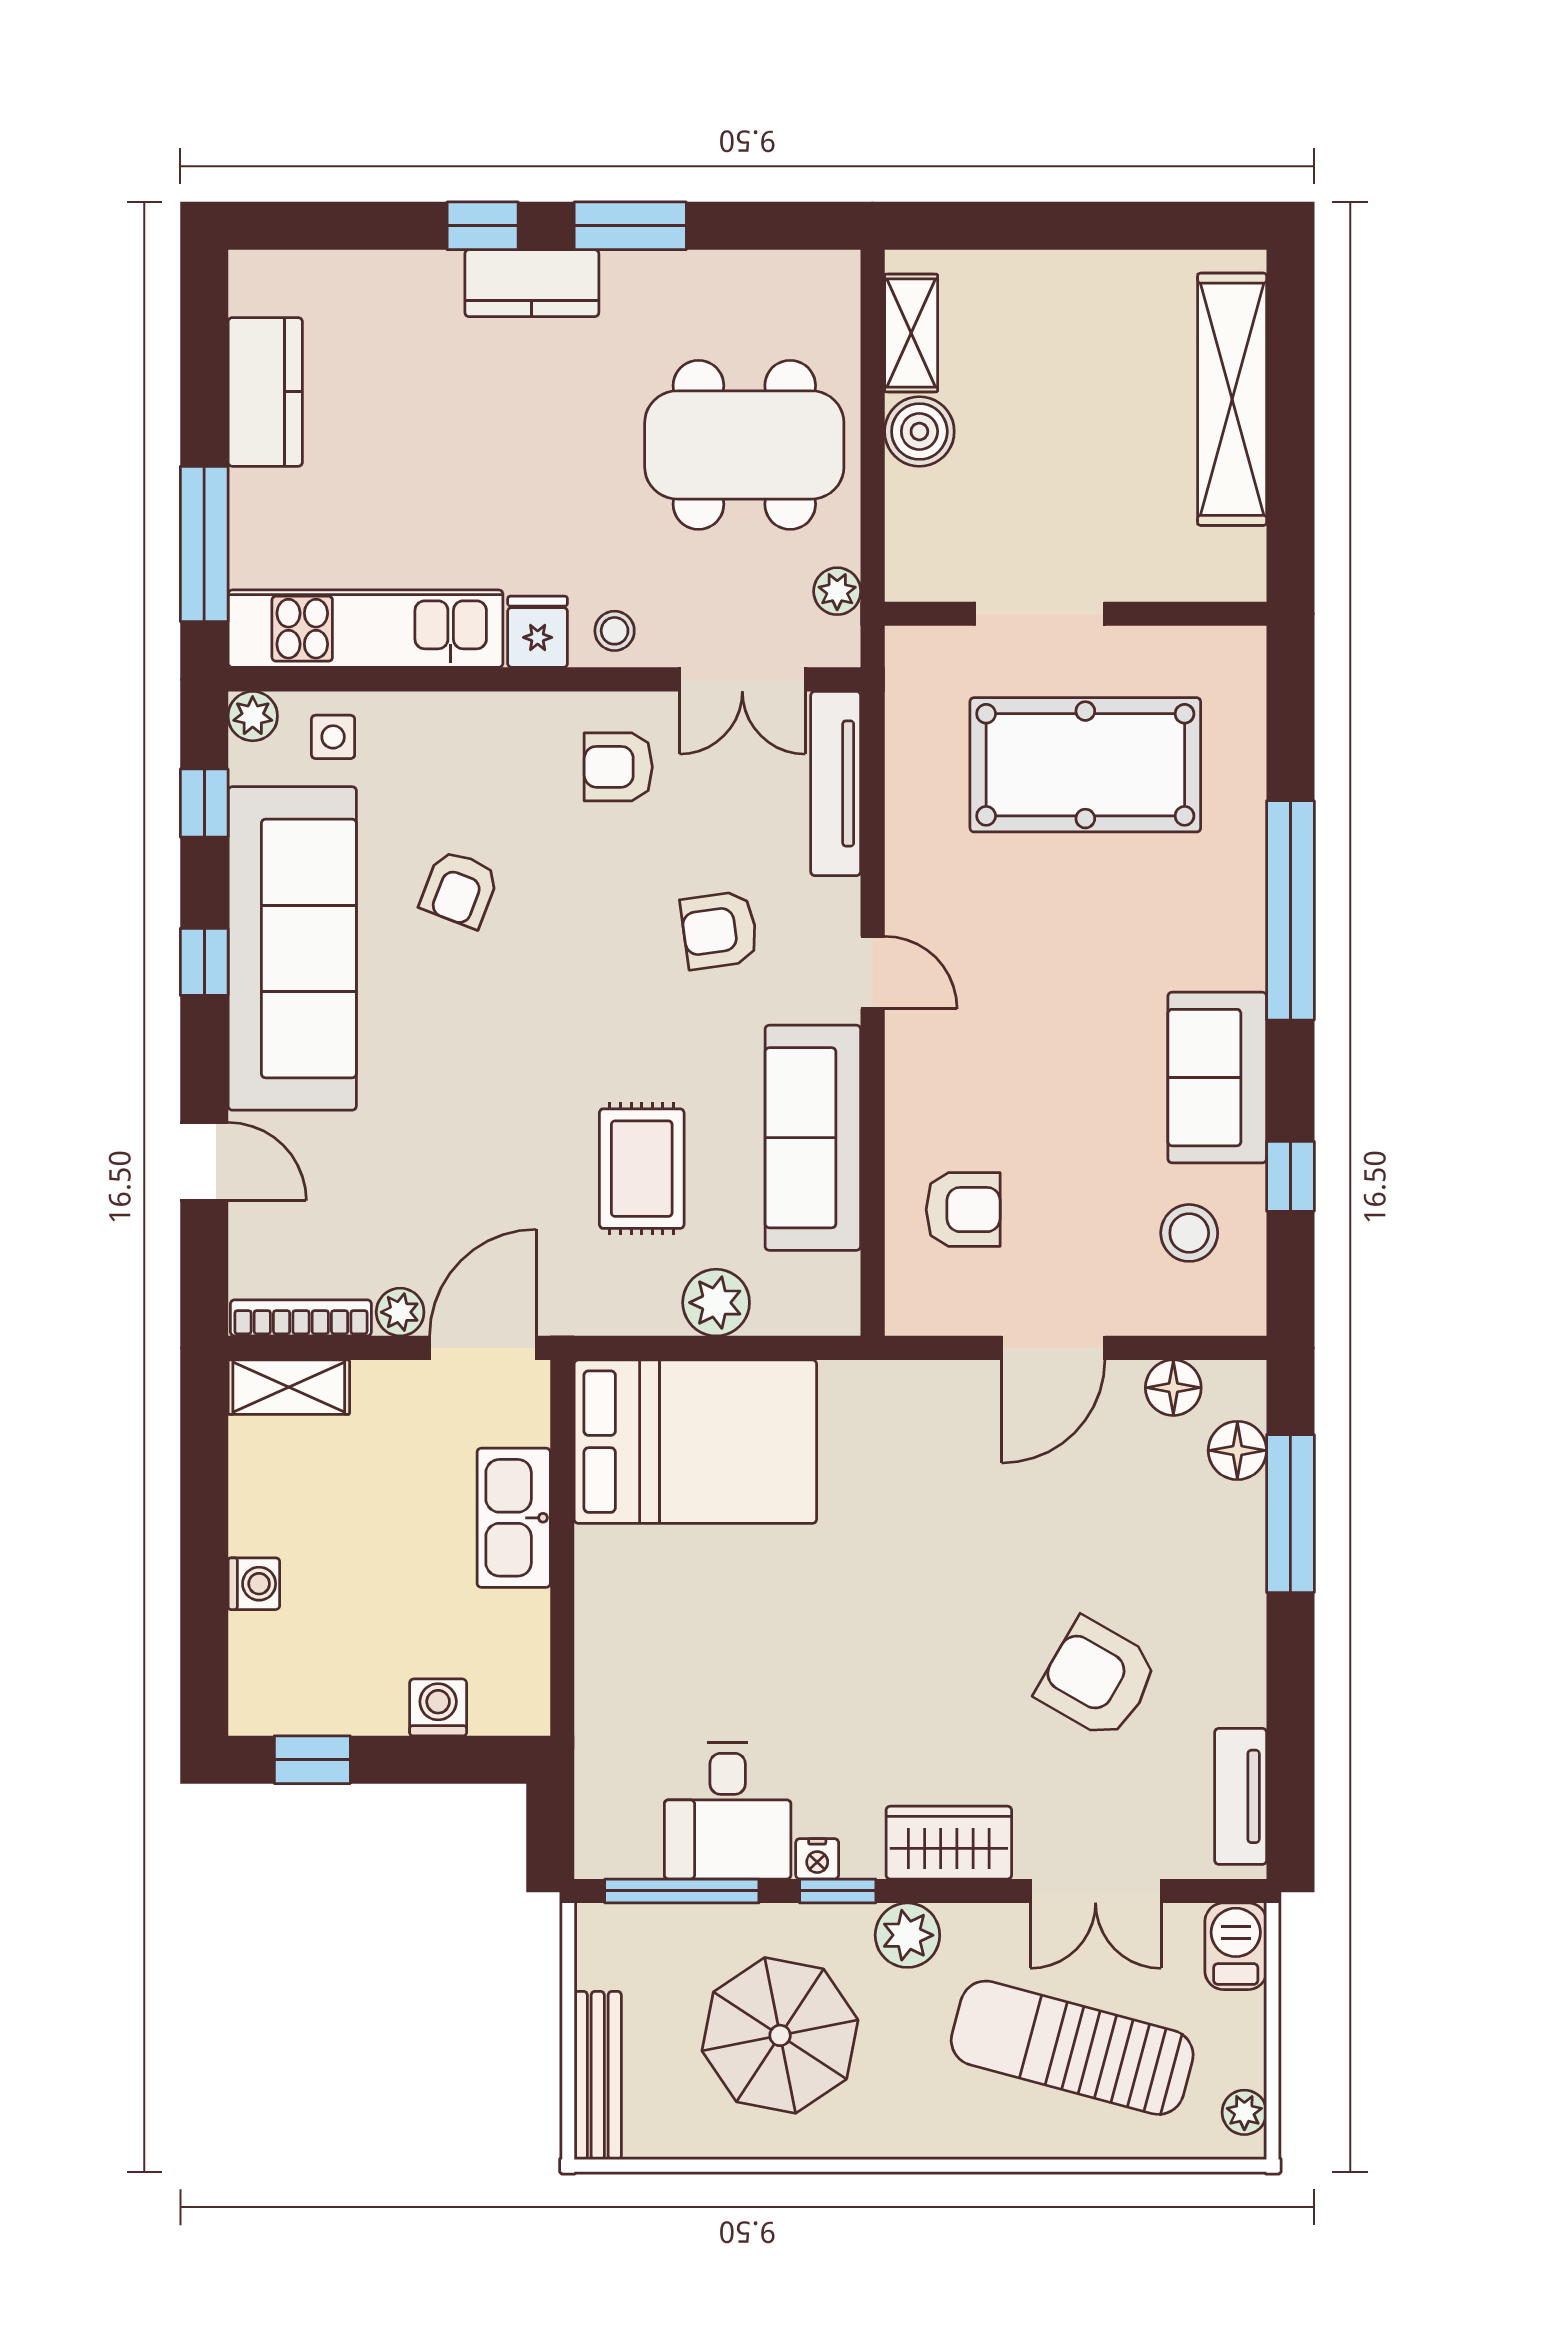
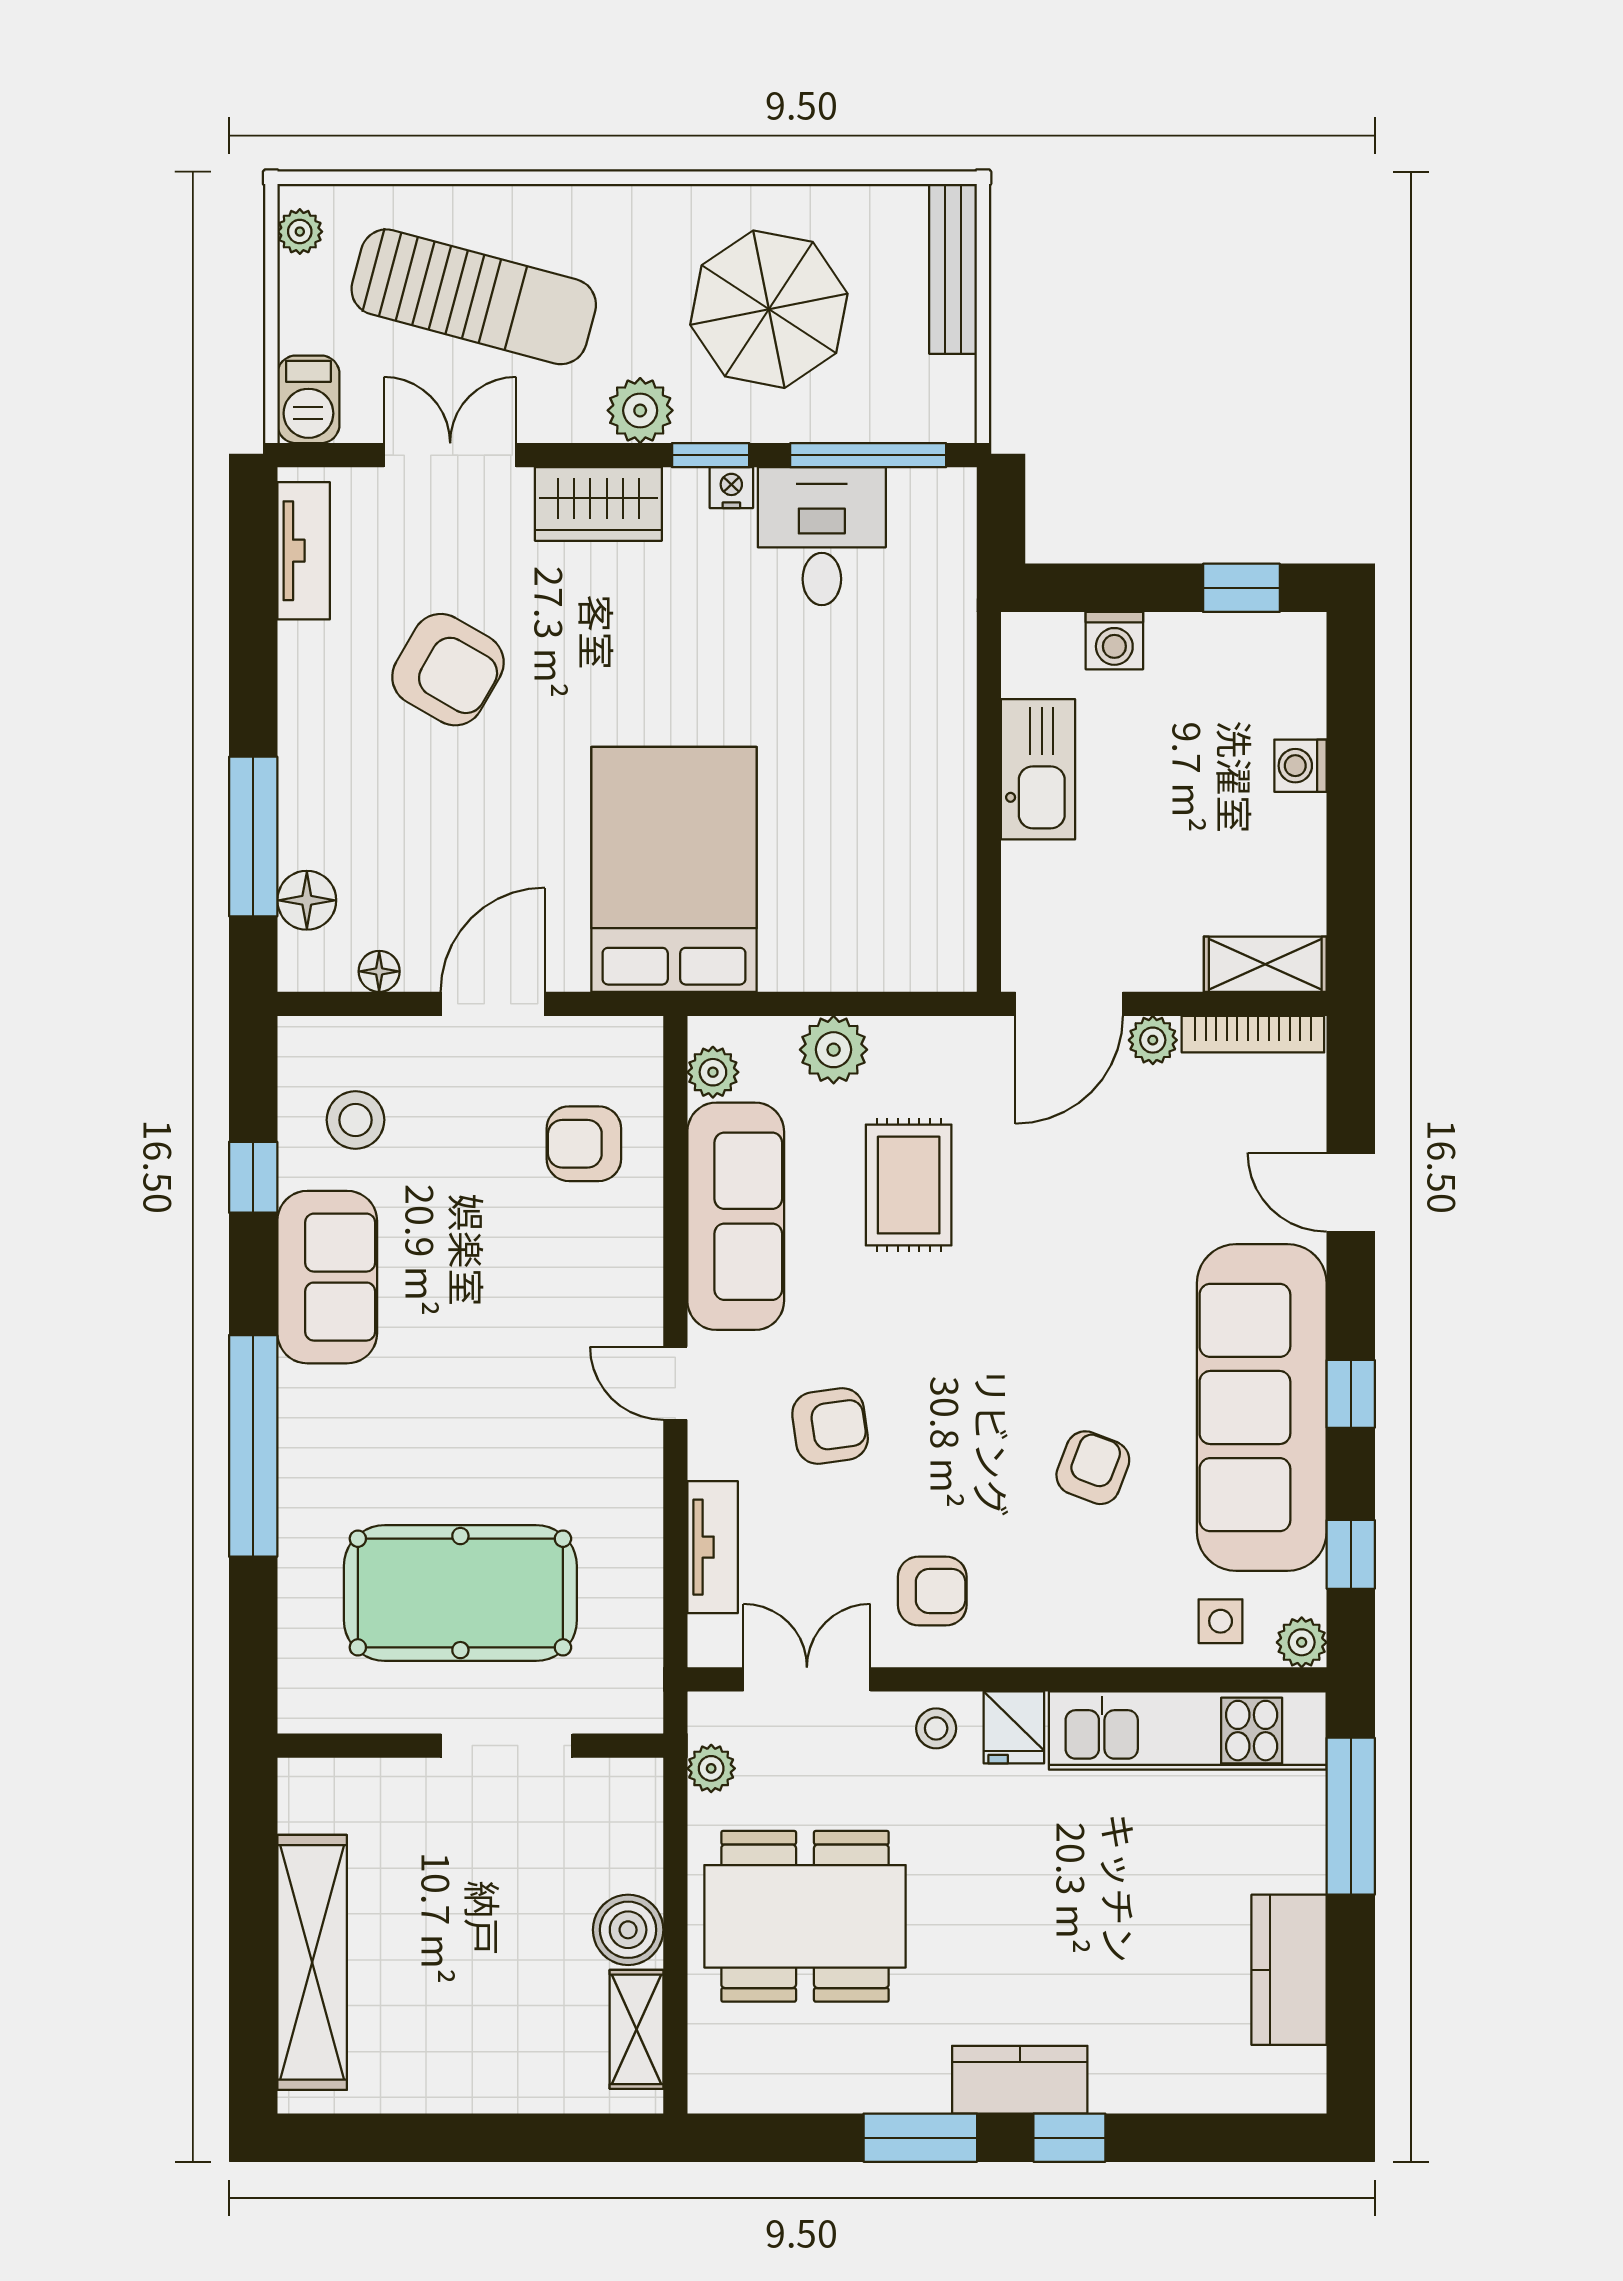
tv unit: (836, 783) -> (713, 1547), width x0.71
plant: (835, 1280) -> (713, 1072), added
floor lamp: (1173, 1388) -> (379, 971), width x0.73, depth x0.73
bed: (695, 1442) -> (674, 869), moved, turned 90
kitchen sink: (514, 1518) -> (1038, 769), moved

